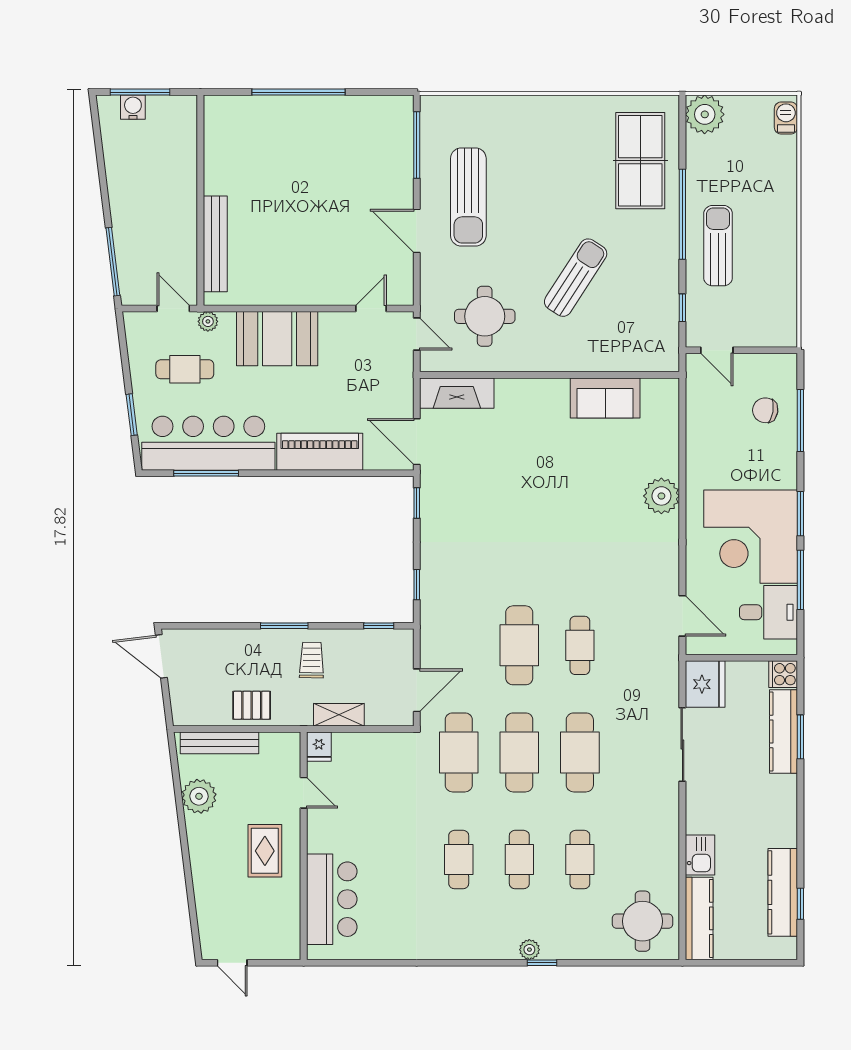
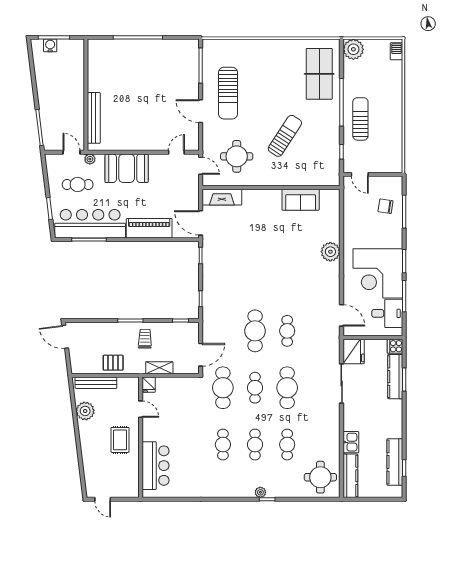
cafe table: (519, 752) -> (255, 388), width x0.73, depth x0.74

